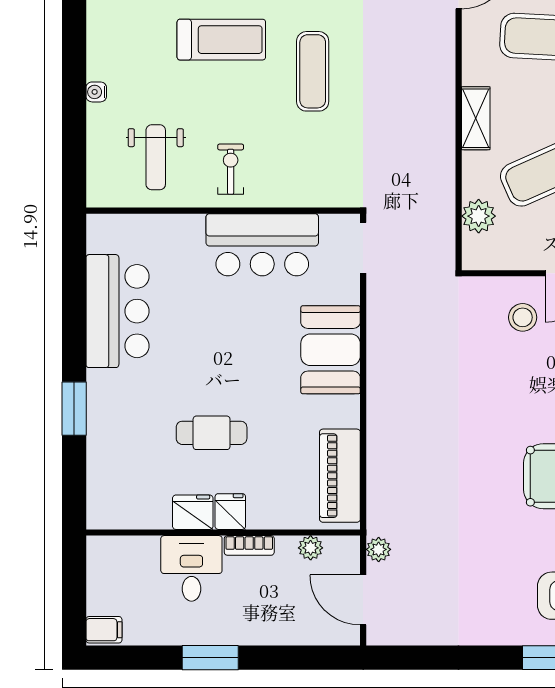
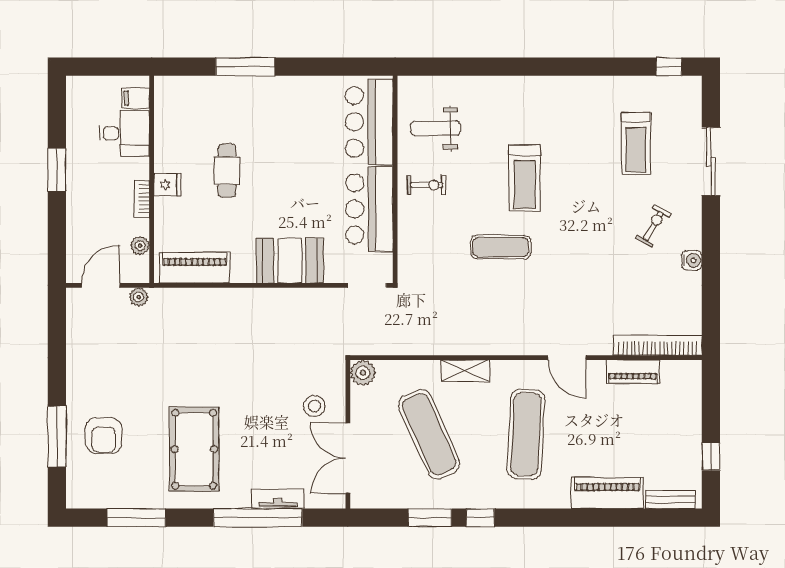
water cooler: (96, 92) -> (485, 83), removed
plant: (479, 216) -> (363, 373), moved
bar counter: (118, 311) -> (369, 122), moved, turned 90
window: (74, 409) -> (245, 67), width x1.44
fridge: (193, 512) -> (167, 156), removed
desk: (191, 568) -> (124, 133), moved
filing cabinet: (104, 630) -> (136, 98), moved, turned 90

